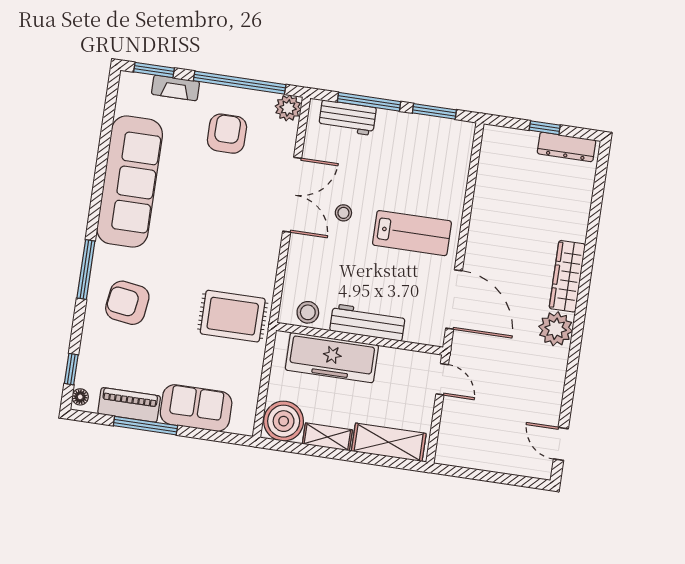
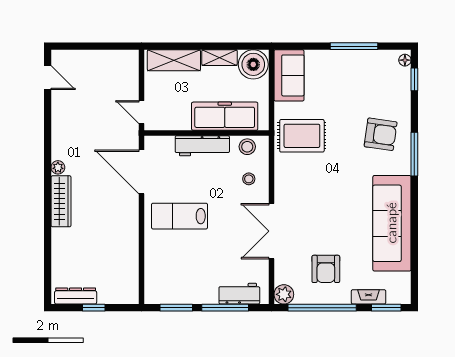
stool: (343, 213) -> (249, 179), moved
plant: (556, 329) -> (58, 167), width x0.53, depth x0.53
piano: (129, 405) -> (368, 60), removed
sofa: (196, 408) -> (289, 75), moved, turned -90

